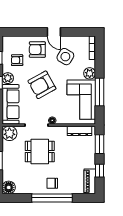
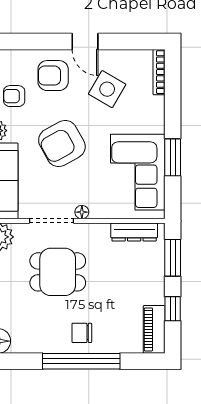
plant: (90, 73) -> (154, 121), removed
window: (99, 92) -> (173, 157), width x0.69

